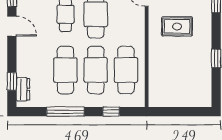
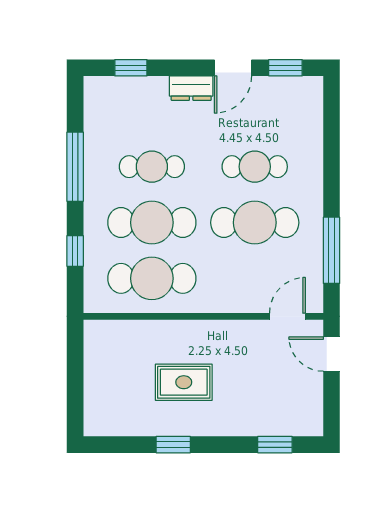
rug: (177, 26) -> (184, 382), moved, turned 90
cafe table: (65, 70) -> (152, 167), width x0.73, depth x0.74
dresser: (23, 89) -> (191, 88), moved

